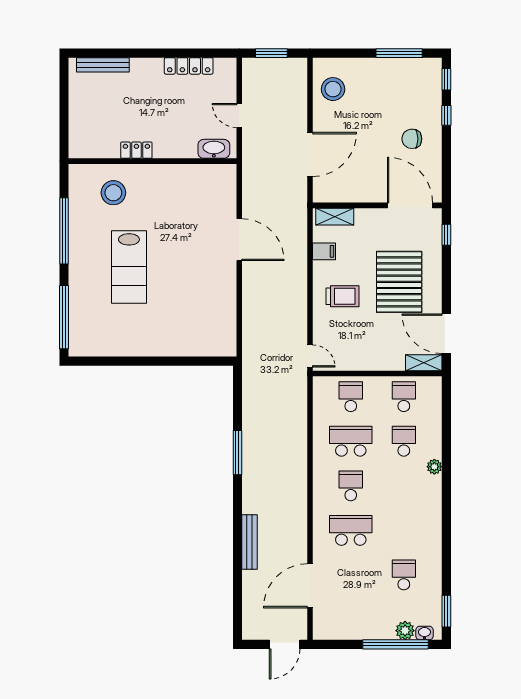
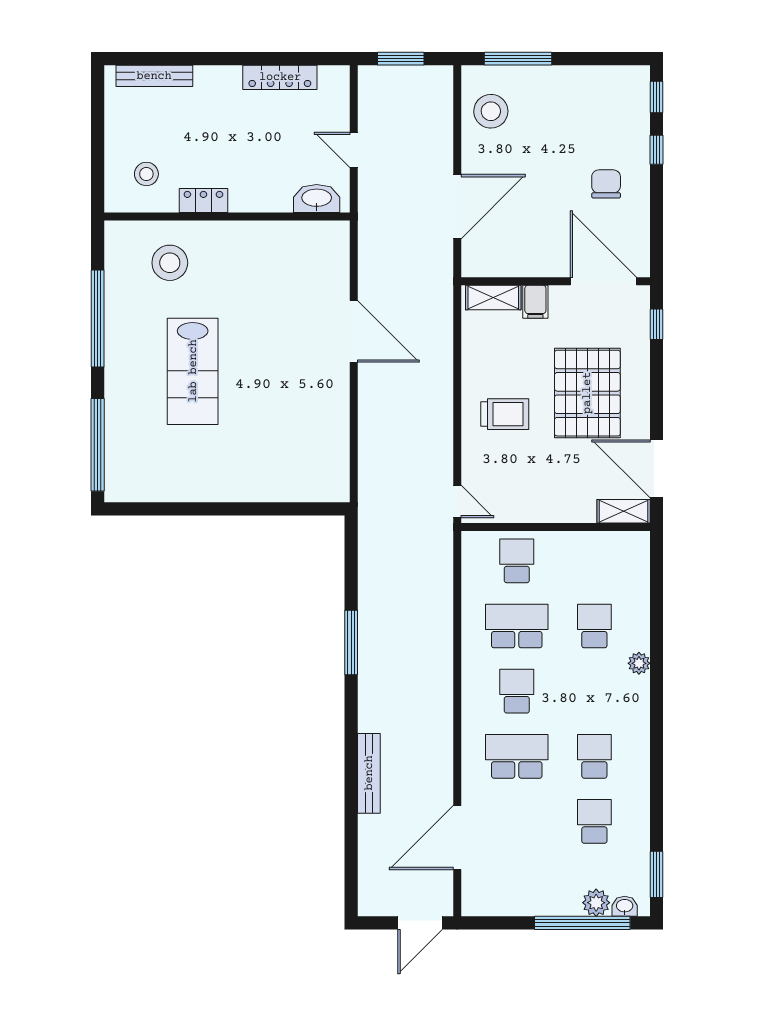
window: (399, 53) -> (518, 59), moved
stool: (97, 132) -> (146, 174), added
chair: (412, 139) -> (606, 184), turned 90
filing cabinet: (324, 251) -> (535, 302), moved, turned 90
school desk: (404, 397) -> (594, 756), moved

